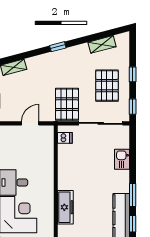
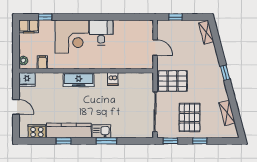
pallet: (107, 86) -> (190, 117), turned 90
dishwasher: (65, 138) -> (113, 79), moved
kitchen sink: (122, 159) -> (101, 131), moved
window: (133, 195) -> (106, 141), moved

